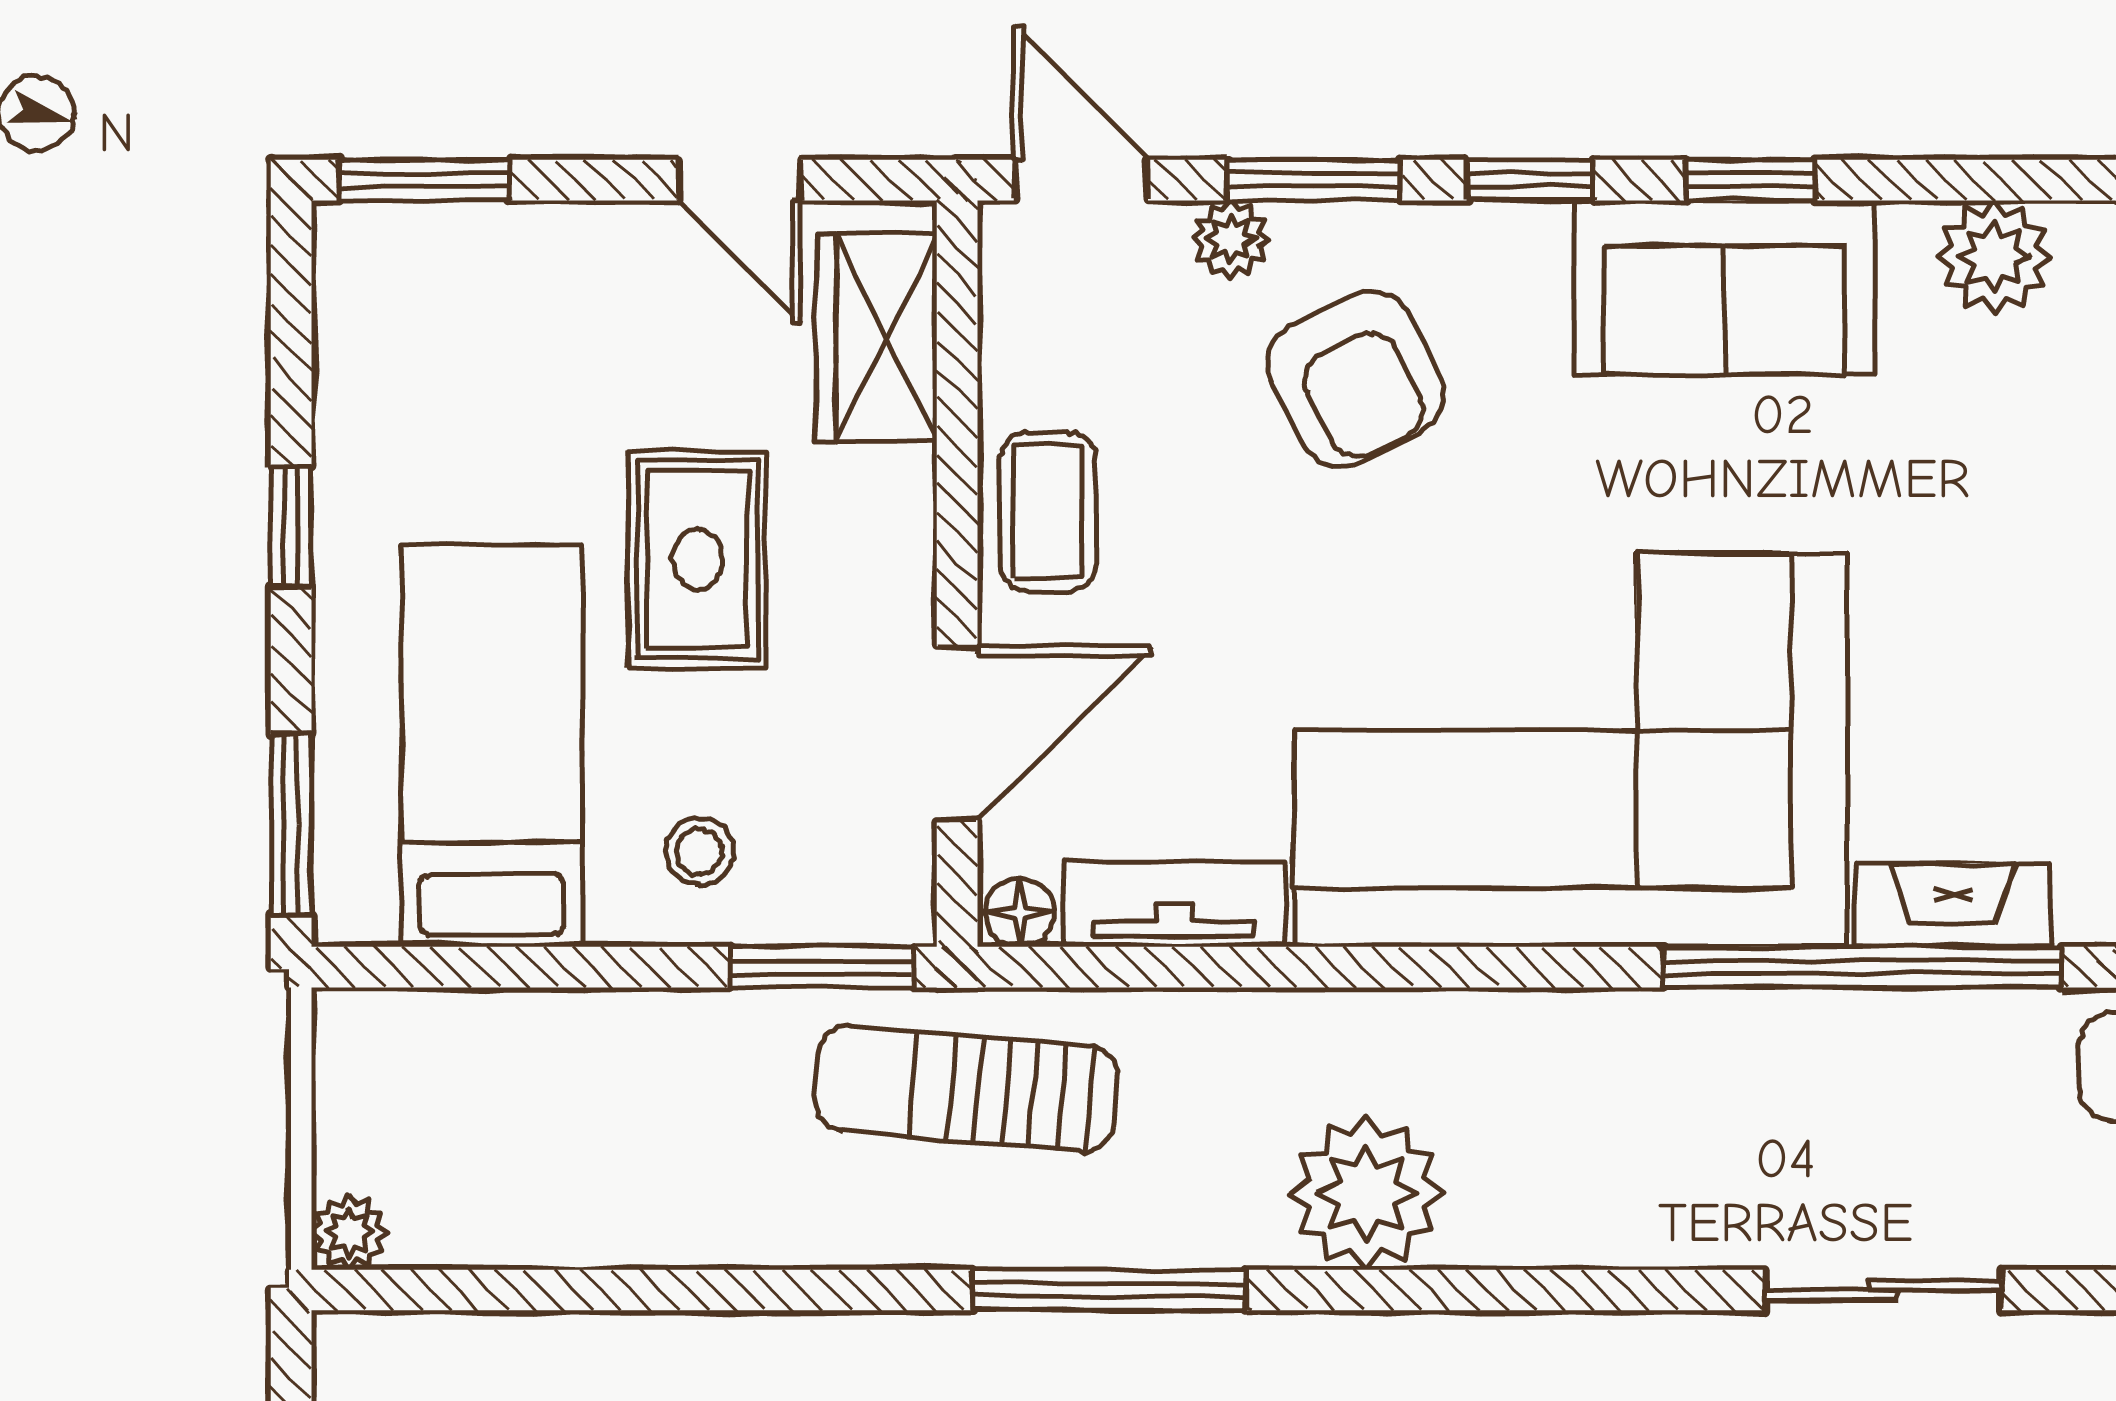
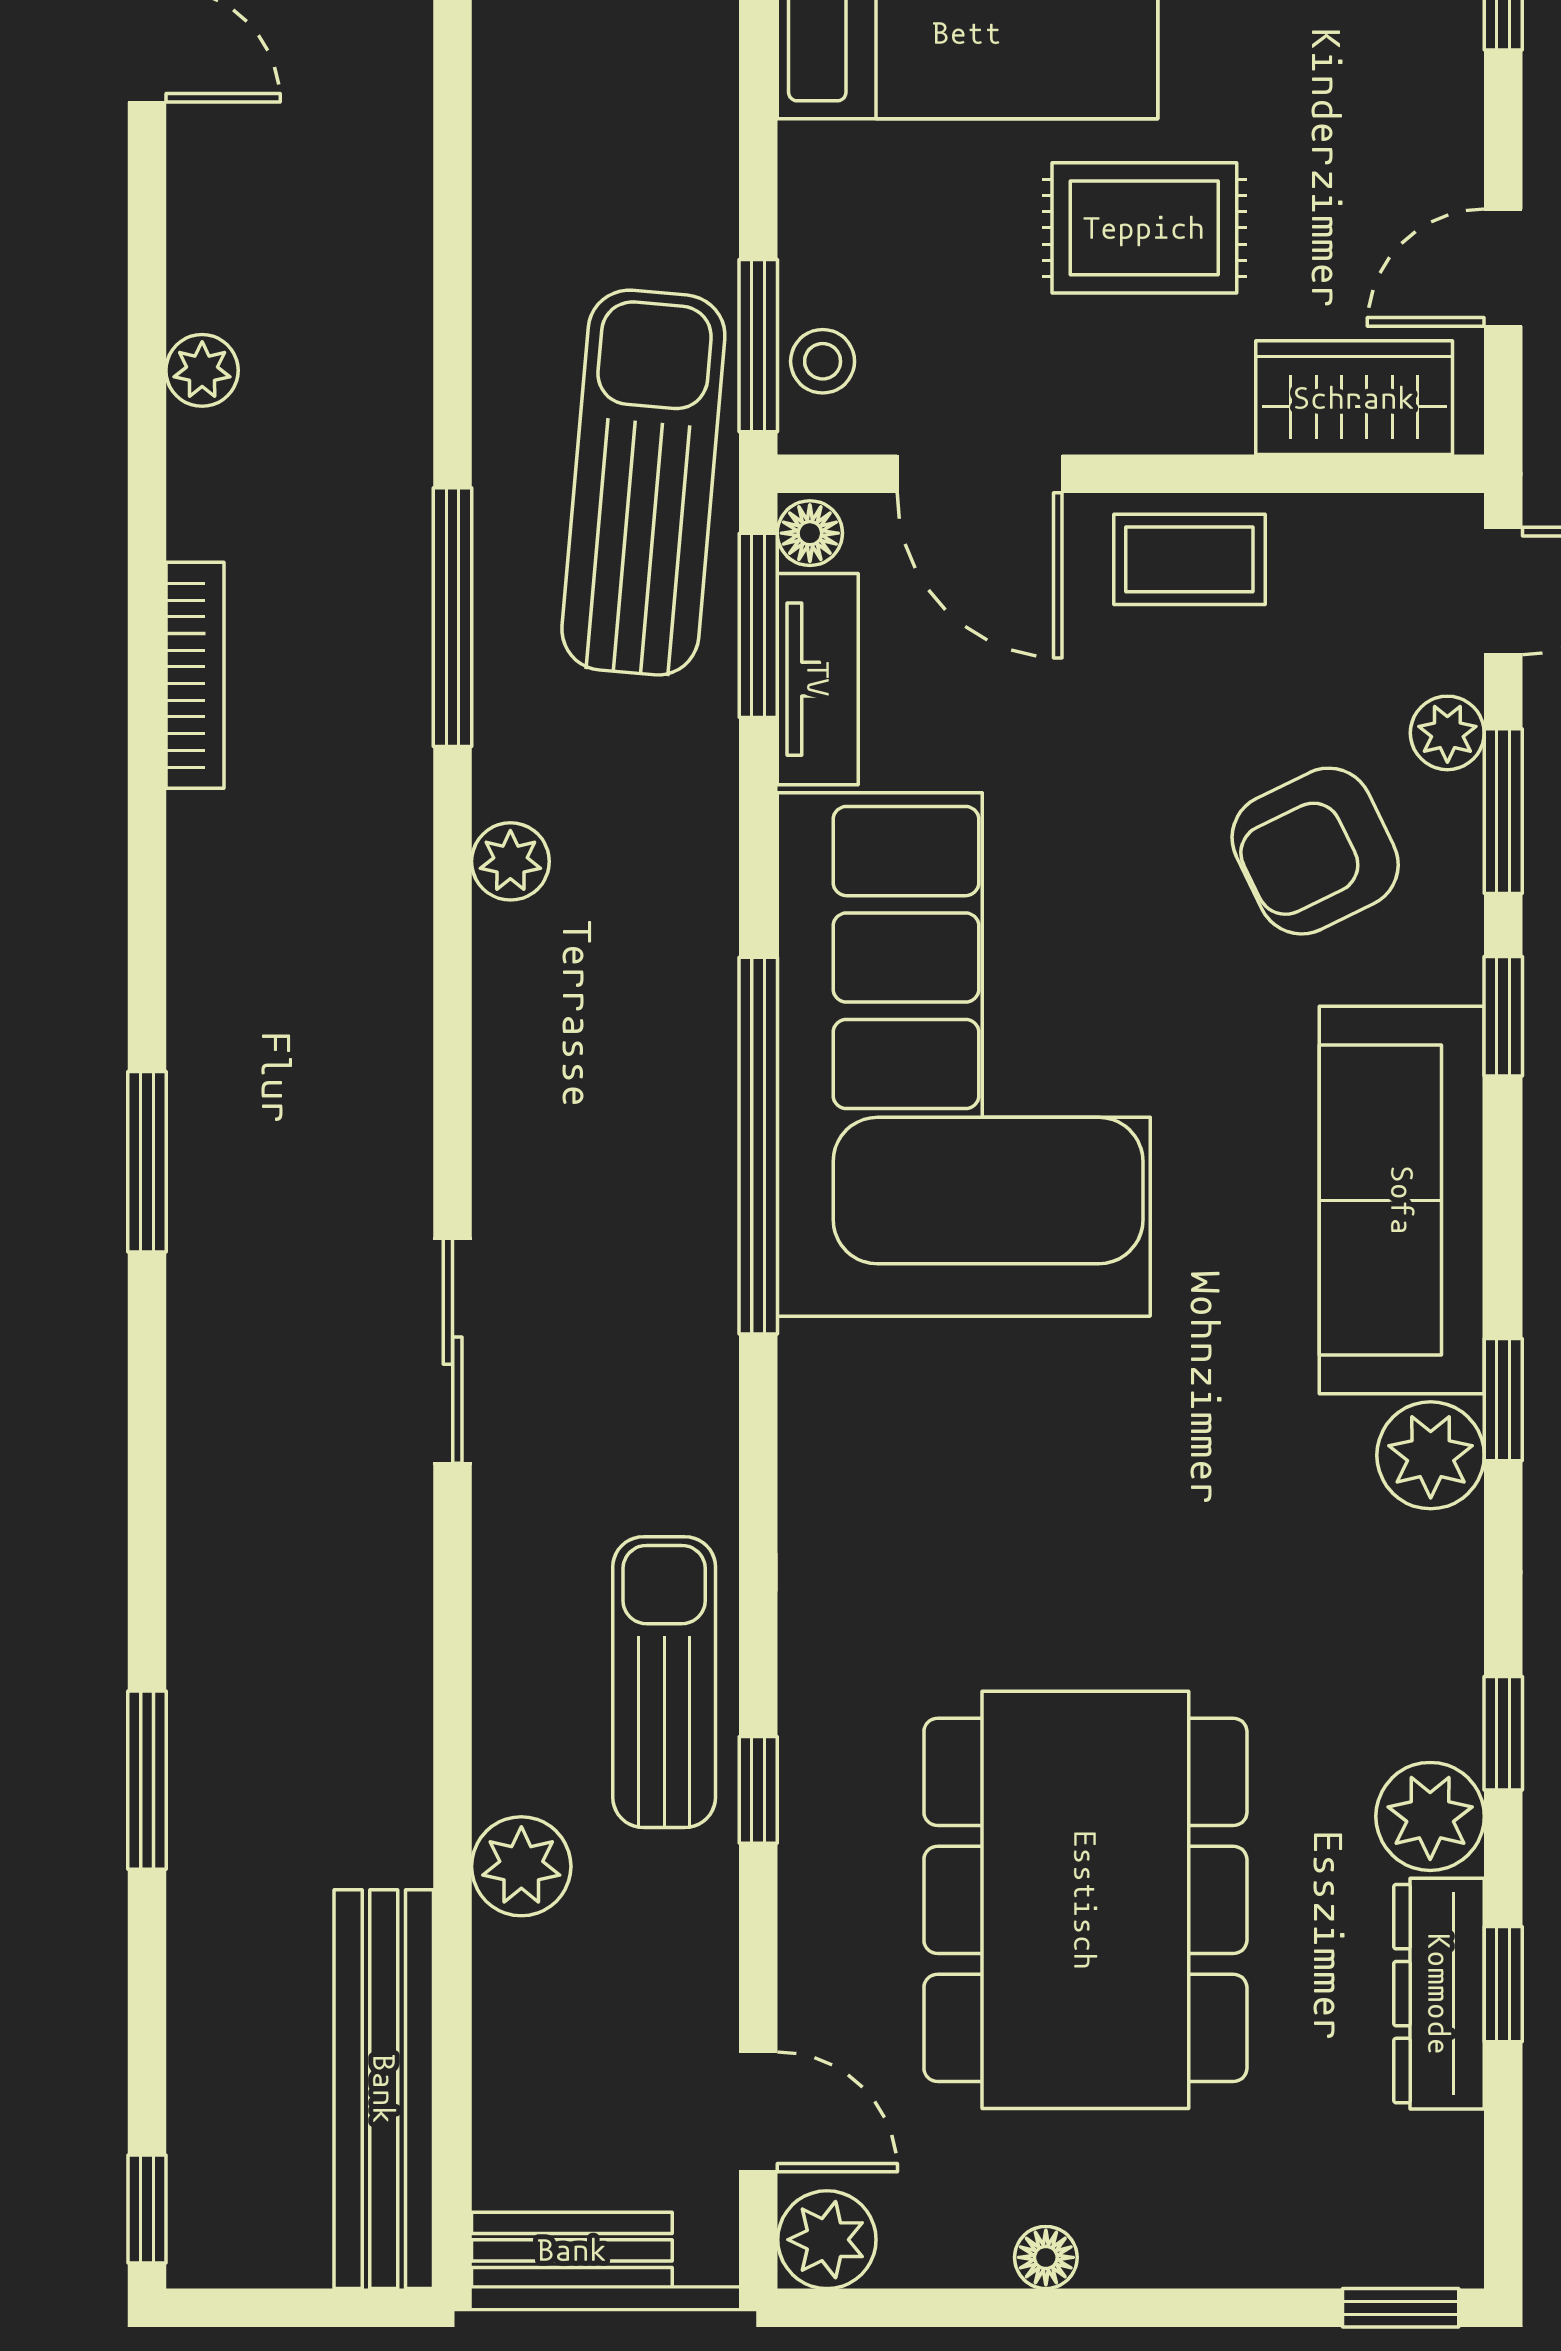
window: (1751, 180) -> (1503, 1400), moved
sofa: (1724, 287) -> (1402, 1200), width x1.36
stool: (699, 852) -> (823, 361), moved
fireplace: (1953, 905) -> (817, 1416), removed
window: (1117, 967) -> (758, 625), added
window: (1862, 967) -> (758, 1146), moved
sun lounger: (966, 1088) -> (643, 483), width x1.36, depth x1.34
plant: (1367, 1193) -> (510, 861), width x0.53, depth x0.53

